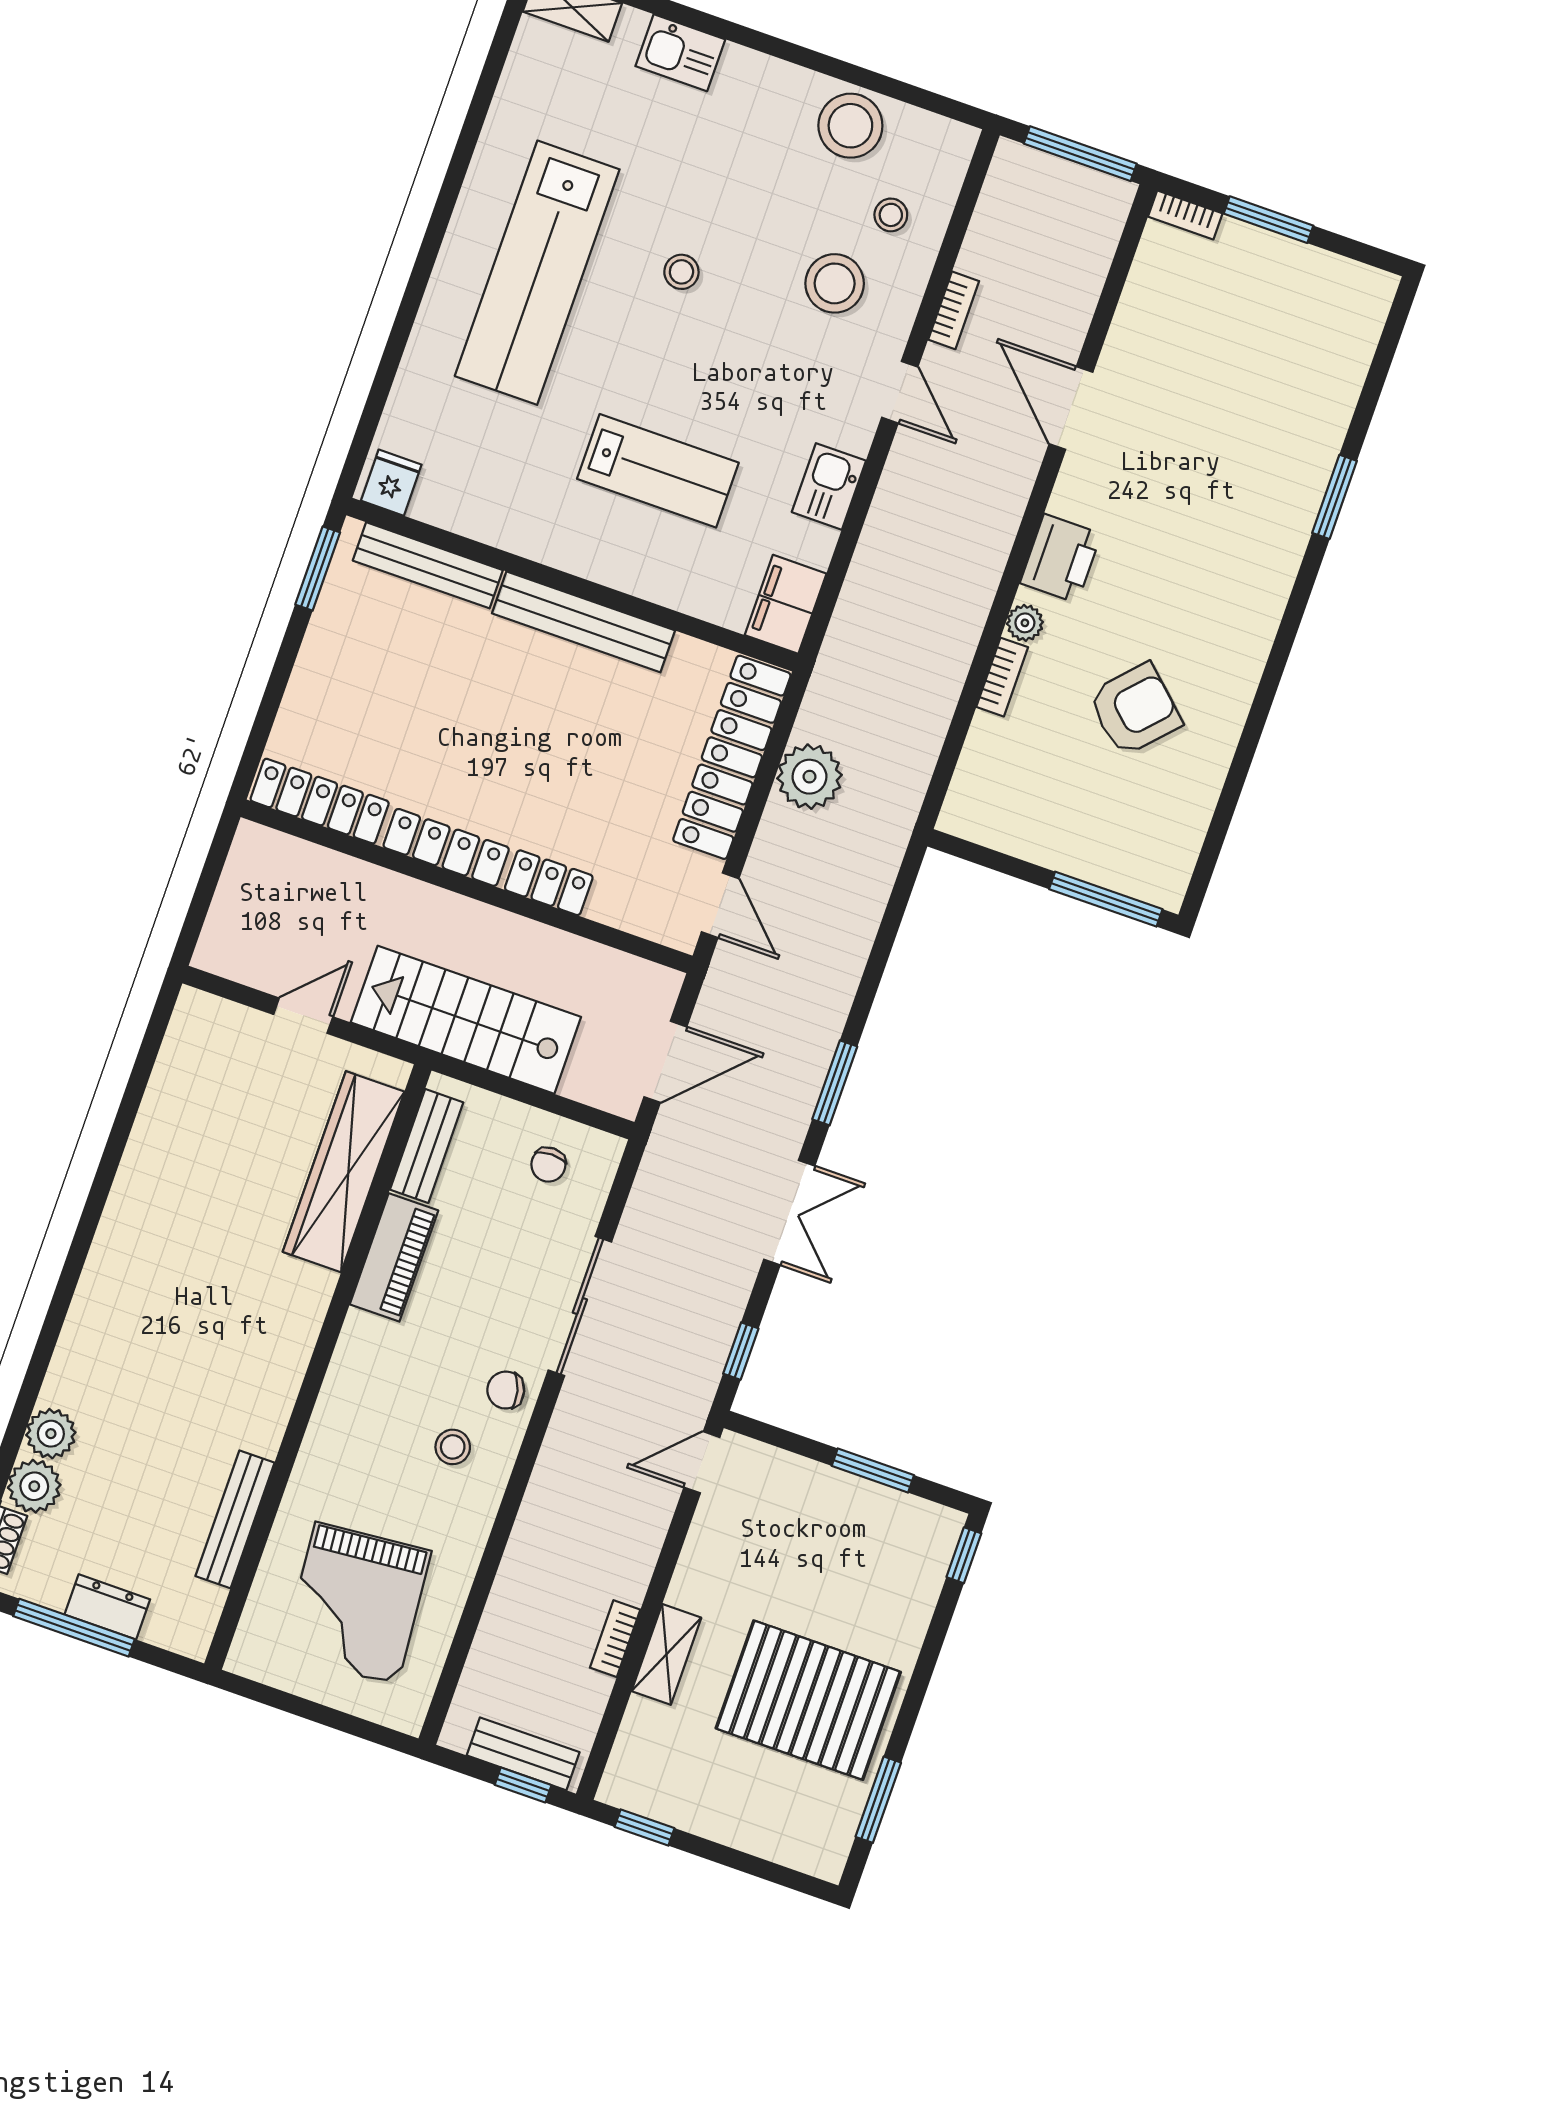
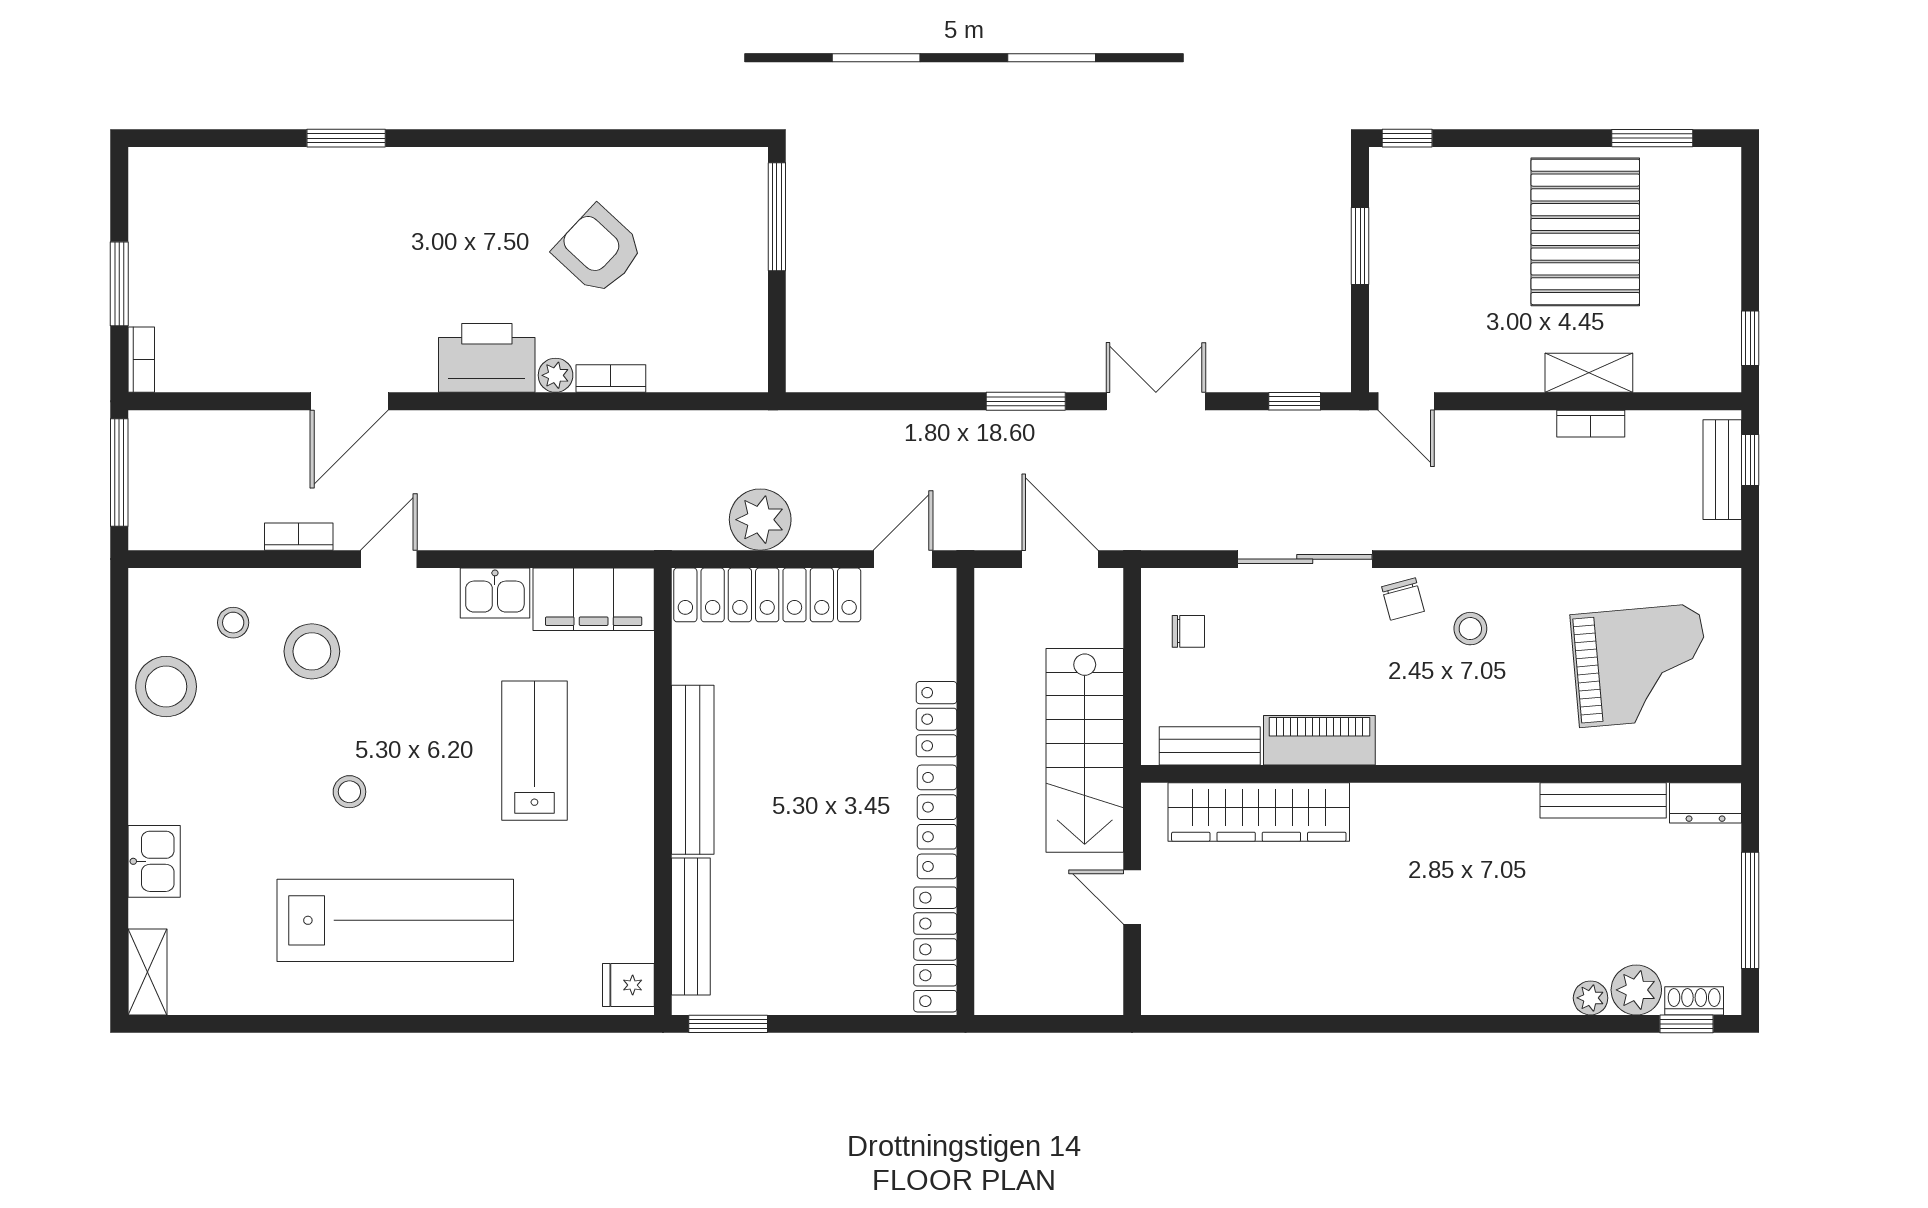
printer: (1061, 558) -> (487, 358), width x1.37, depth x1.19
filing cabinet: (786, 604) -> (594, 599), width x1.50, depth x1.17
plant: (51, 1434) -> (1591, 998), width x0.73, depth x0.73
dresser: (107, 1607) -> (1706, 803), moved, turned -90

